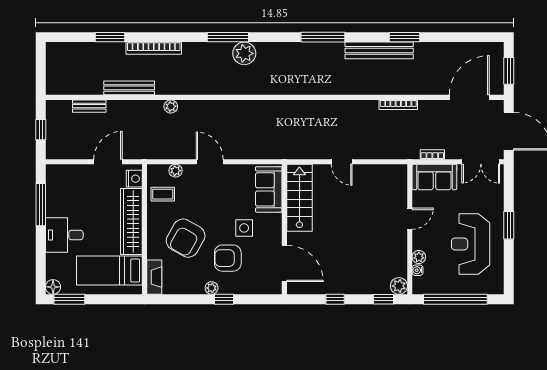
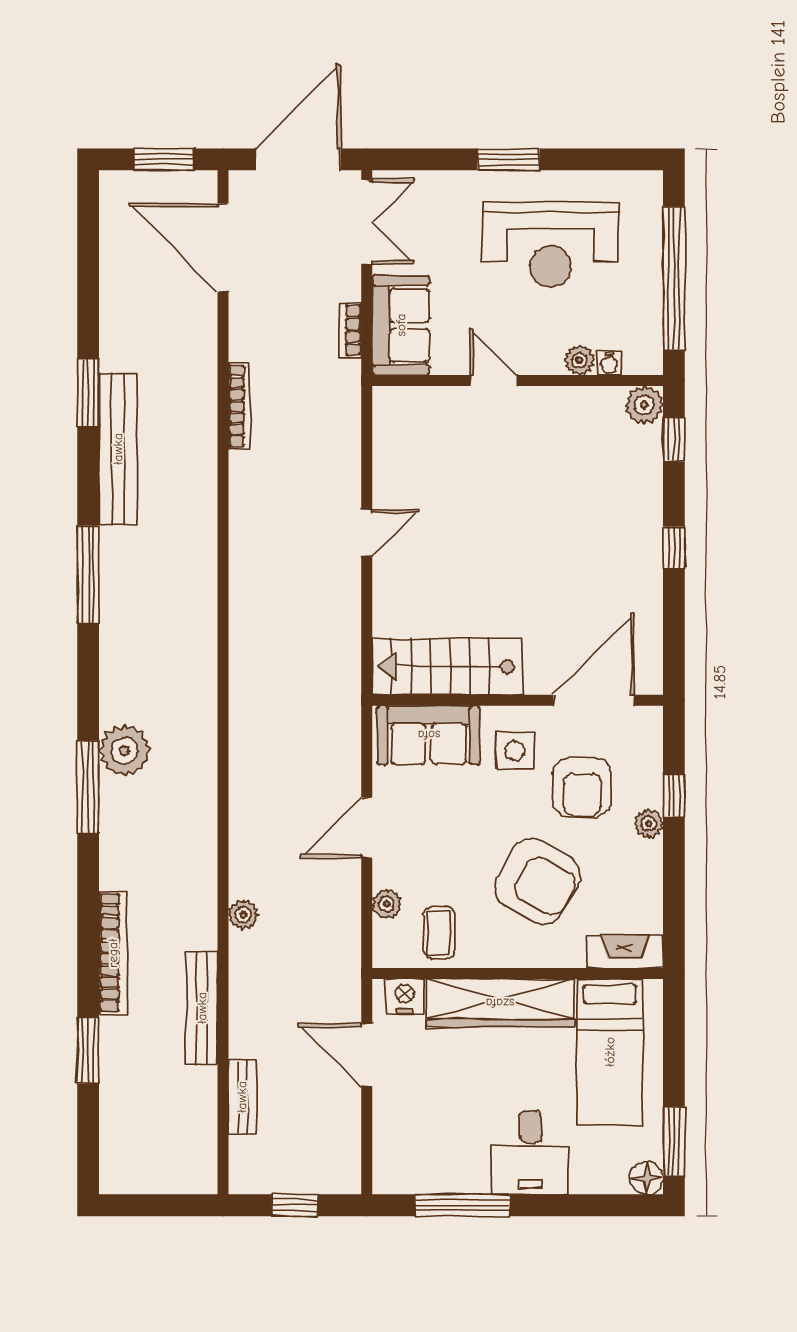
sofa: (269, 189) -> (429, 735), moved
stairs: (299, 198) -> (447, 667), moved
wall: (284, 229) -> (518, 700), moved
door: (284, 263) -> (594, 700), moved

